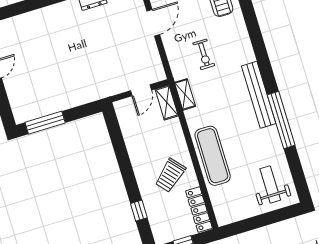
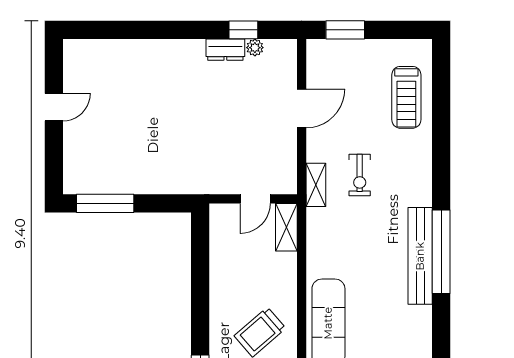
shelving: (185, 94) -> (316, 185), moved
window: (281, 120) -> (441, 252), moved

